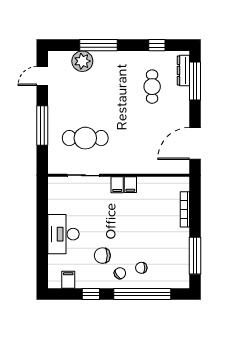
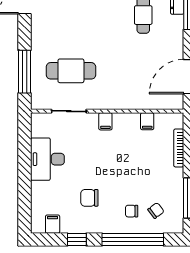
window: (42, 126) -> (24, 72), moved
filing cabinet: (130, 185) -> (147, 121), moved
desk: (63, 234) -> (47, 159), moved
chair: (120, 273) -> (156, 211), moved

